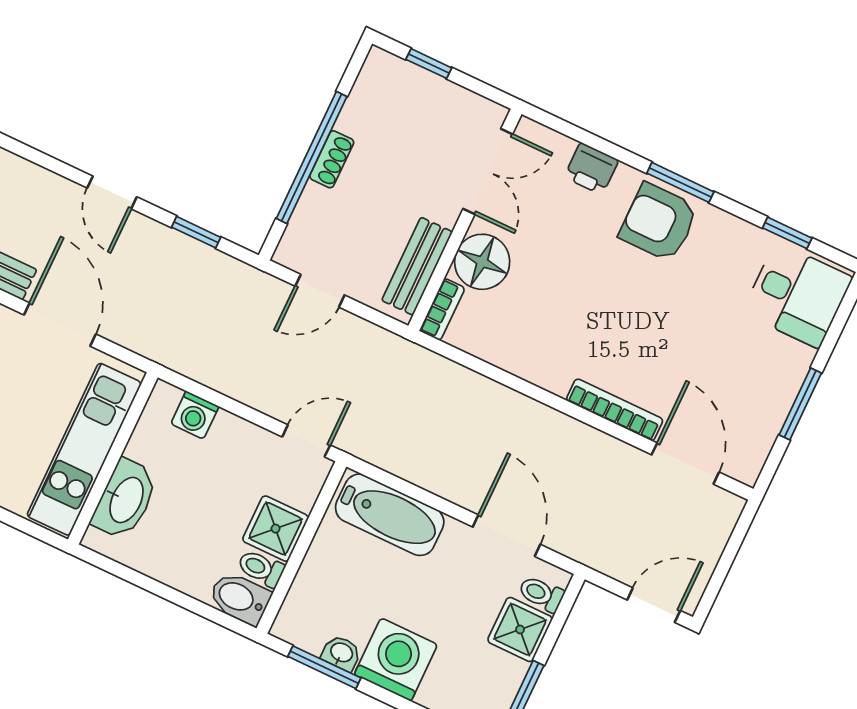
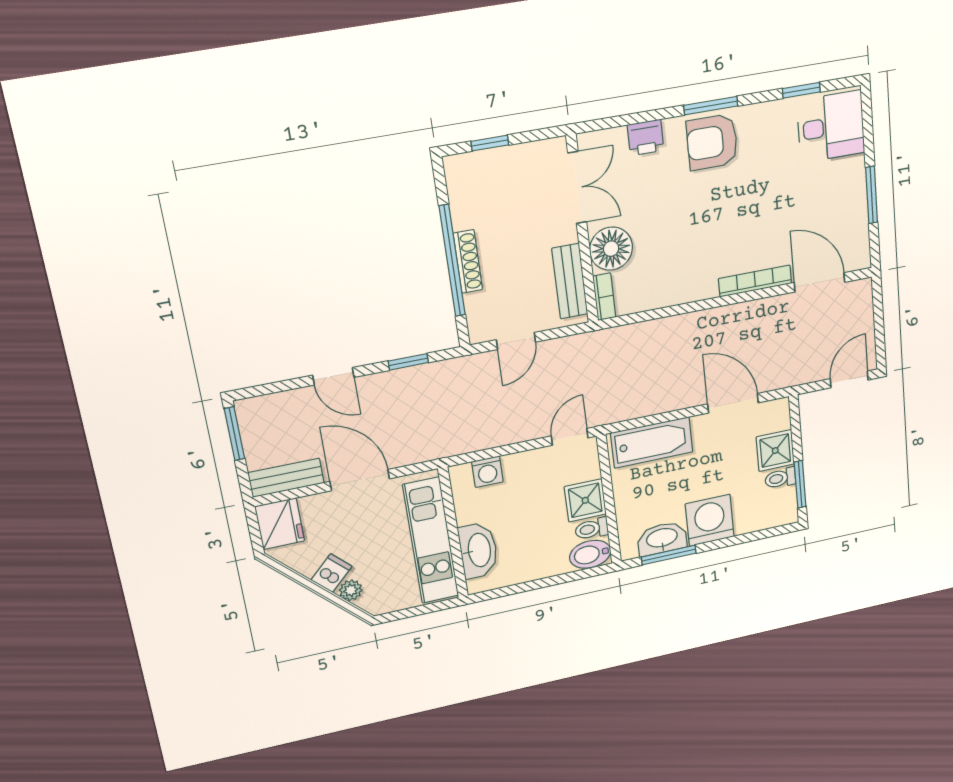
shoe rack: (332, 159) -> (468, 262), width x1.43
toilet: (541, 594) -> (780, 478), moved
washbasin: (341, 653) -> (662, 538), width x1.91, depth x1.45

